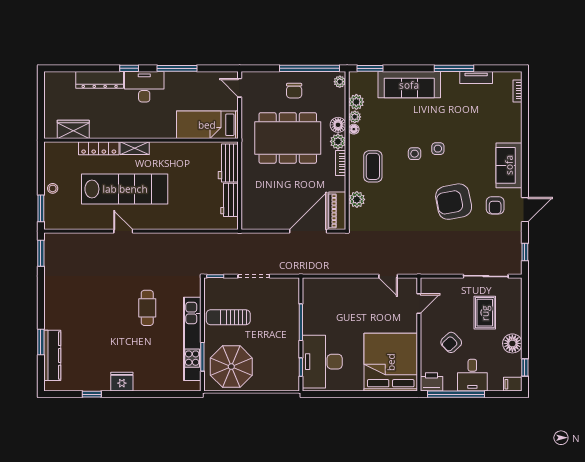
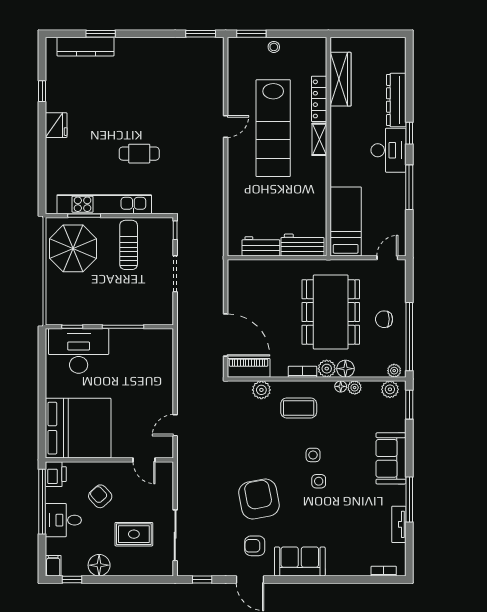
sofa: (409, 85) -> (391, 458), width x0.73
plant: (356, 102) -> (390, 389), moved
wardrobe: (73, 129) -> (340, 79), width x1.50

